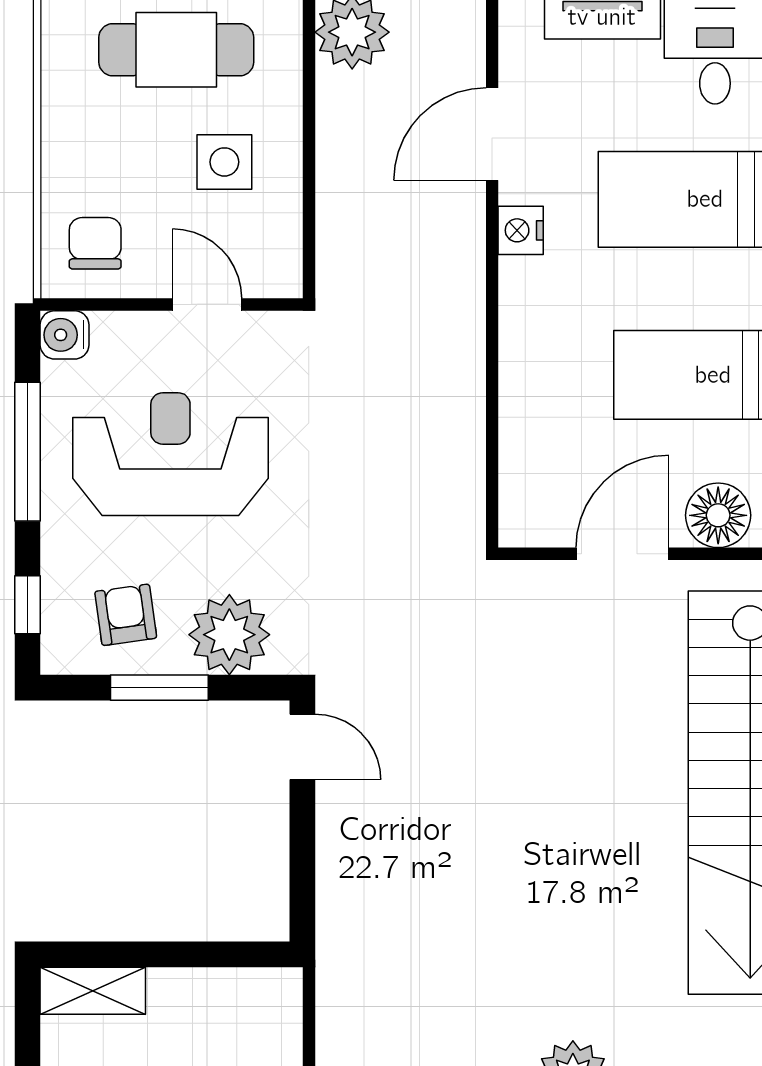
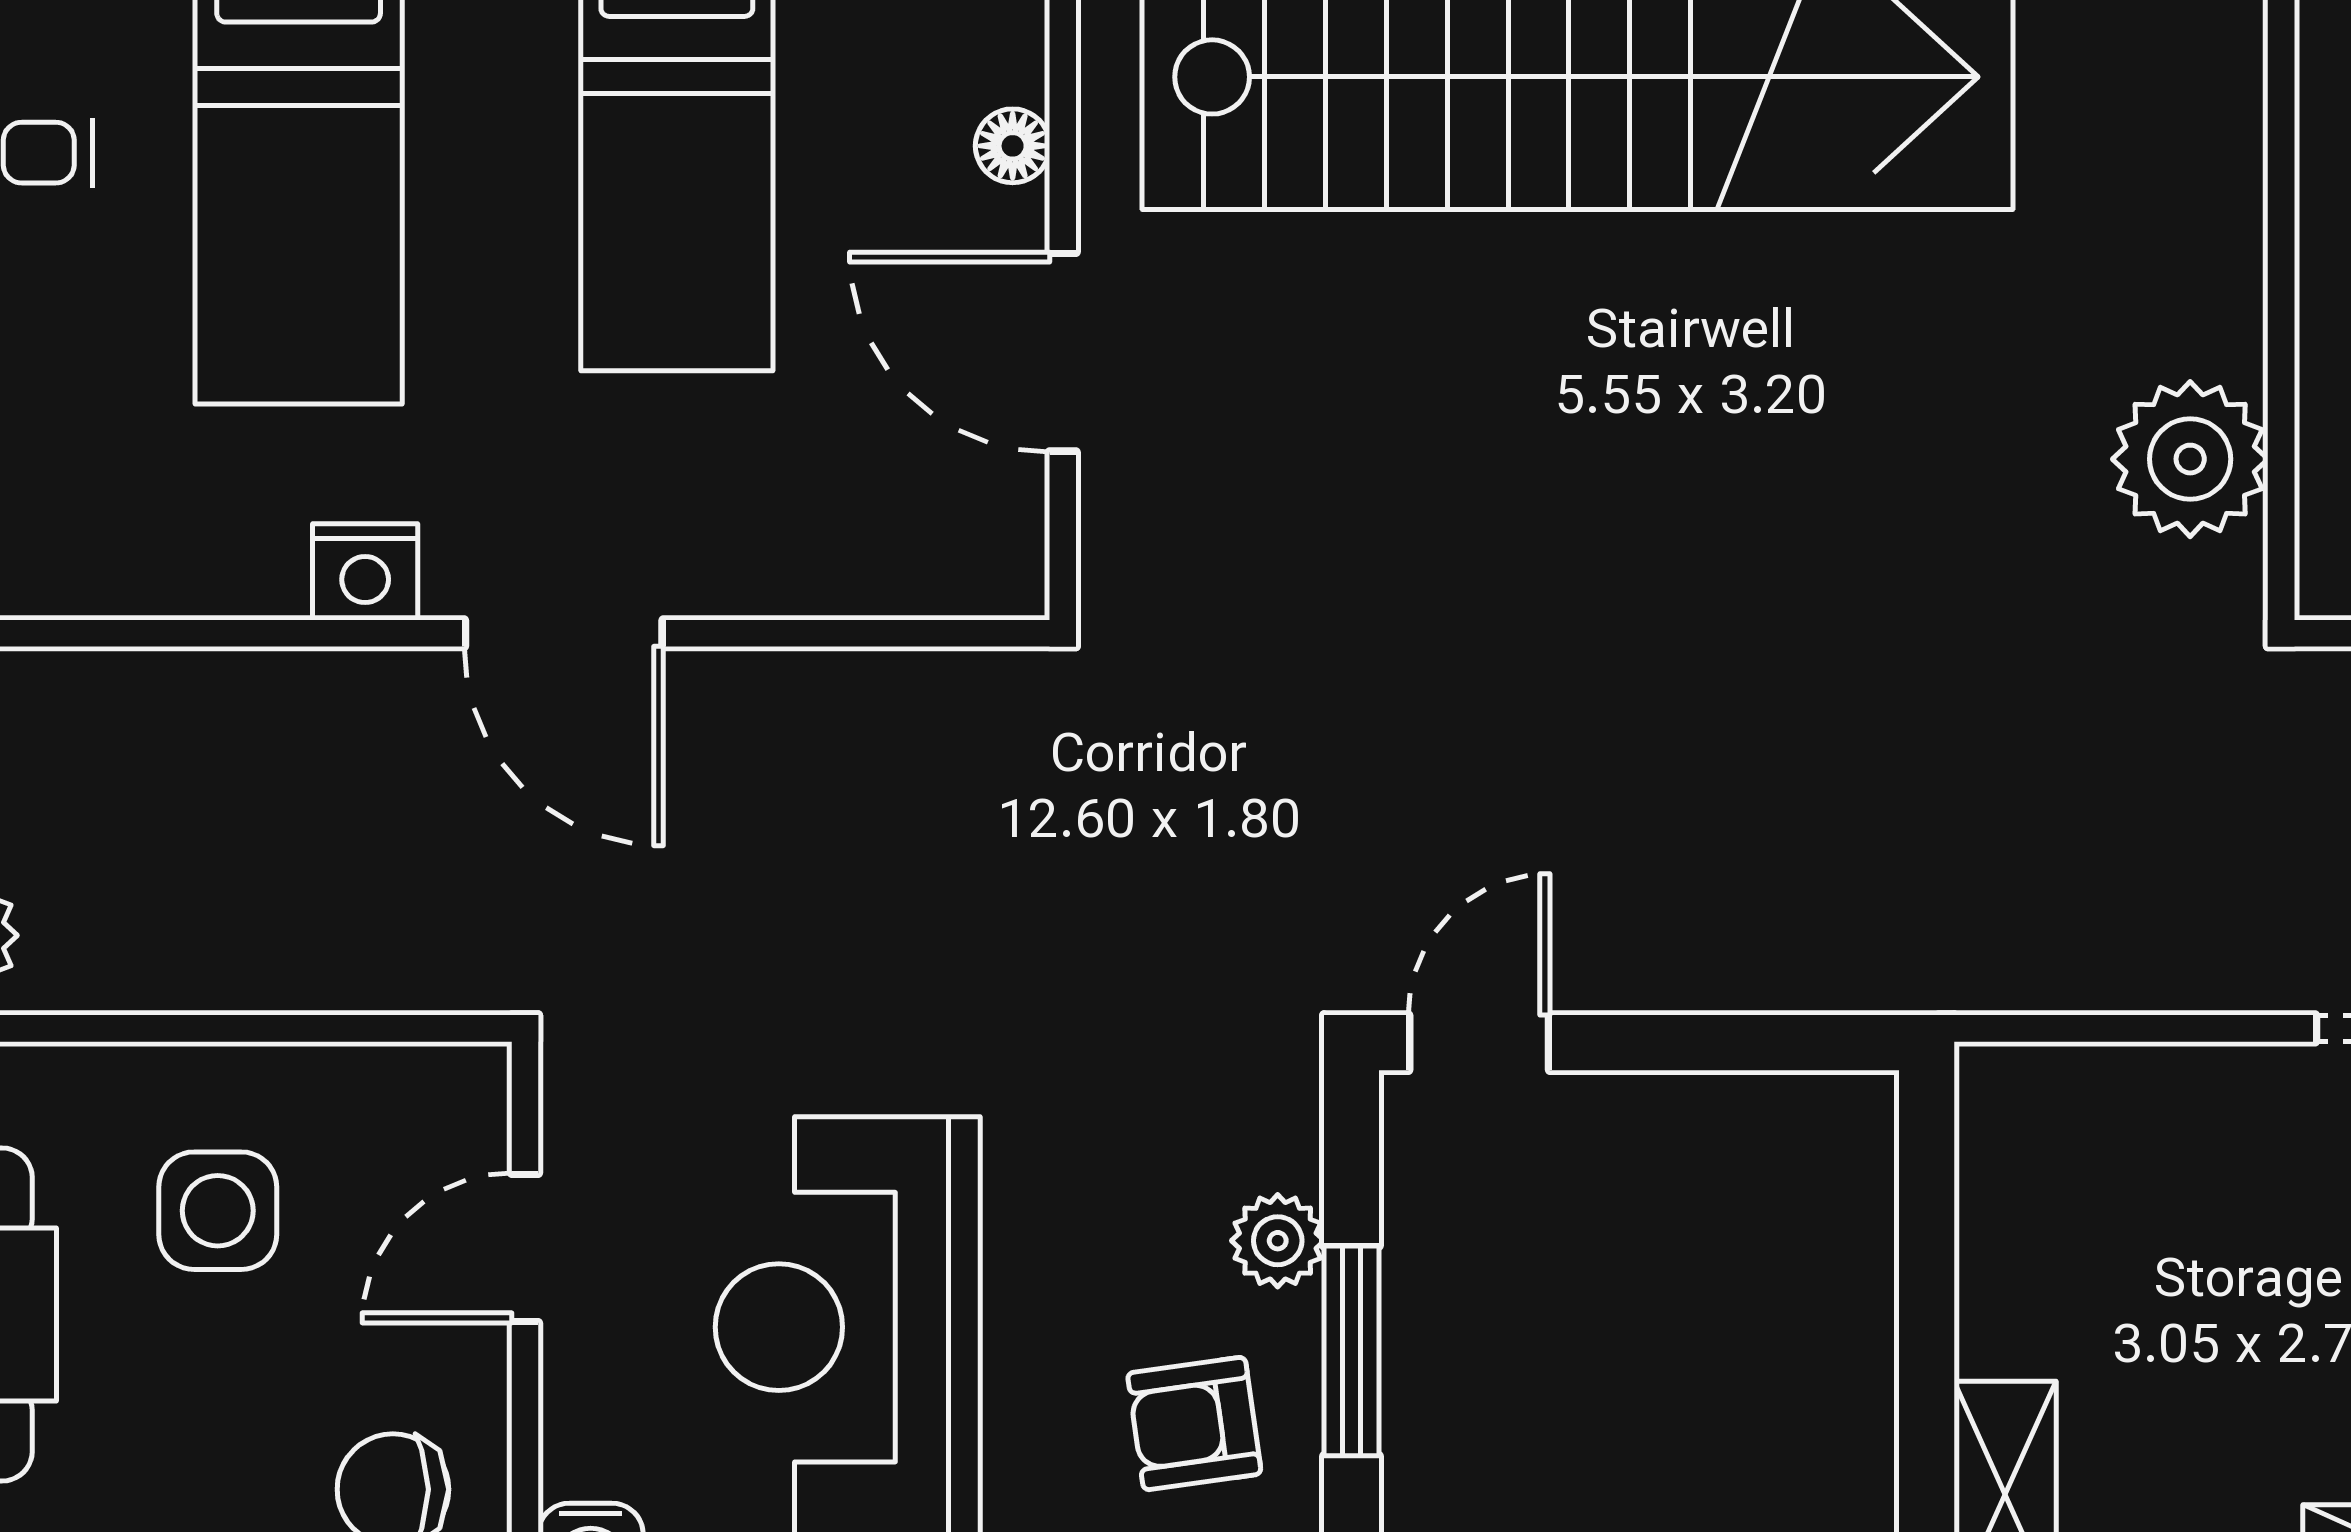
door: (492, 134) -> (564, 633), moved
floor lamp: (718, 515) -> (1013, 146), width x0.53, depth x0.53
plant: (229, 635) -> (1278, 1241), width x0.53, depth x0.53

